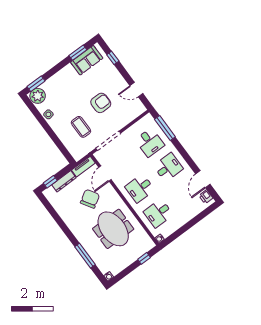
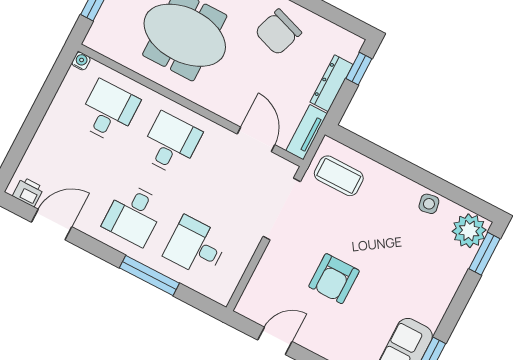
coffee table: (81, 127) -> (339, 176), moved
window: (165, 128) -> (149, 275), moved
door: (203, 179) -> (52, 225), hinge flipped
chair: (90, 199) -> (278, 32), moved, turned 51

